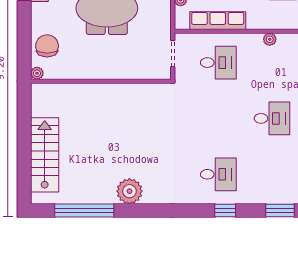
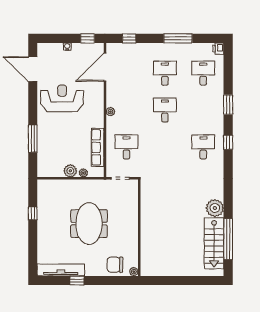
stairs: (45, 155) -> (214, 243), moved, turned -90

